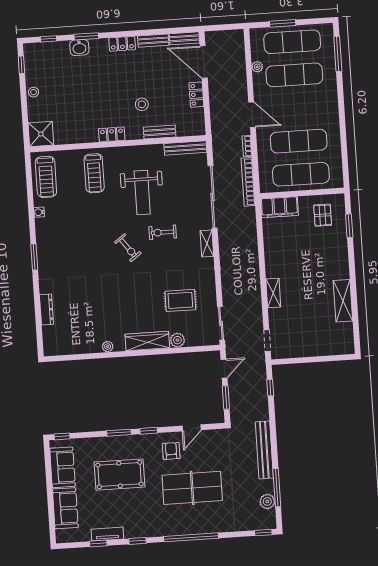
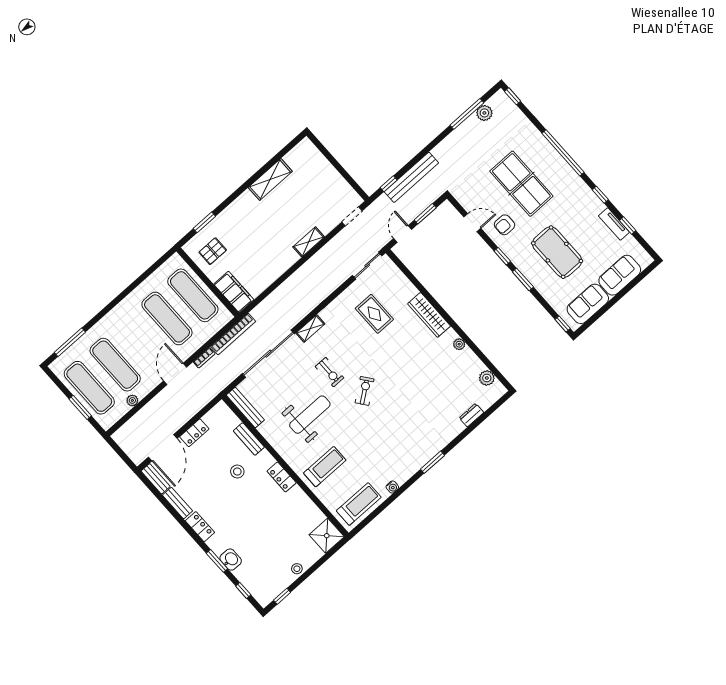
dresser: (46, 310) -> (471, 415), width x0.70
plant: (177, 340) -> (487, 378), moved
door: (224, 369) -> (403, 234), hinge flipped
bench: (264, 450) -> (411, 177), moved

